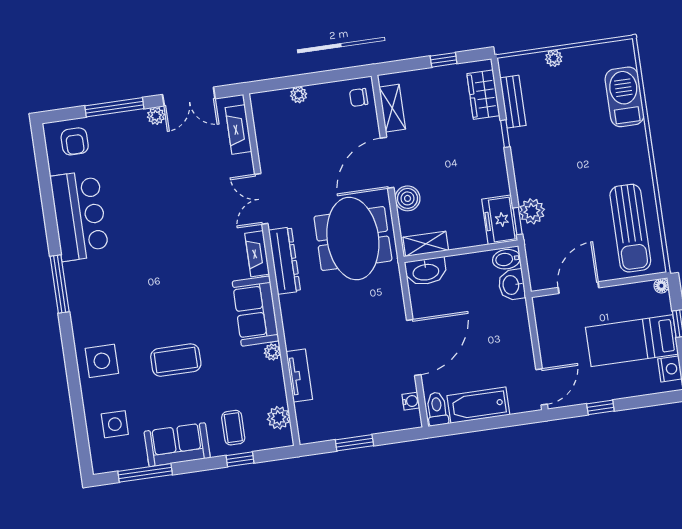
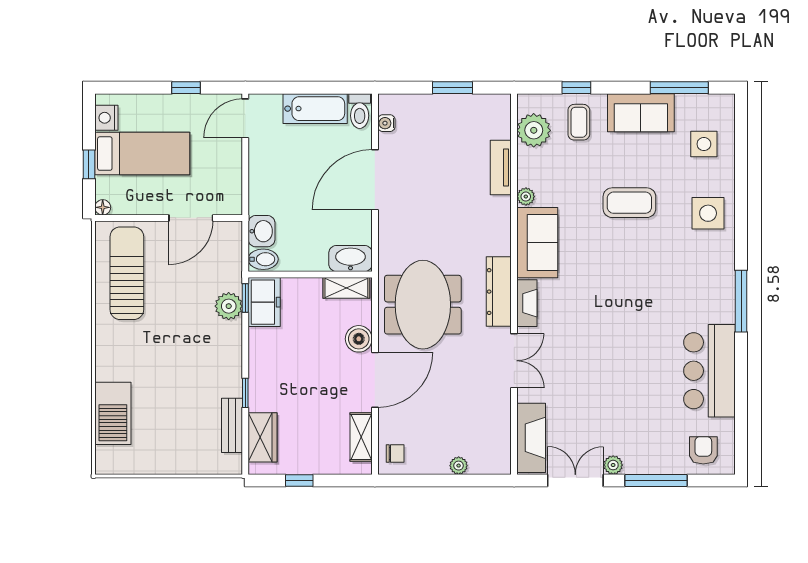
plant: (554, 58) -> (182, 465), removed
fireplace: (238, 129) -> (531, 438), width x1.37, depth x1.32
plant: (278, 418) -> (534, 130), width x1.36, depth x1.36

